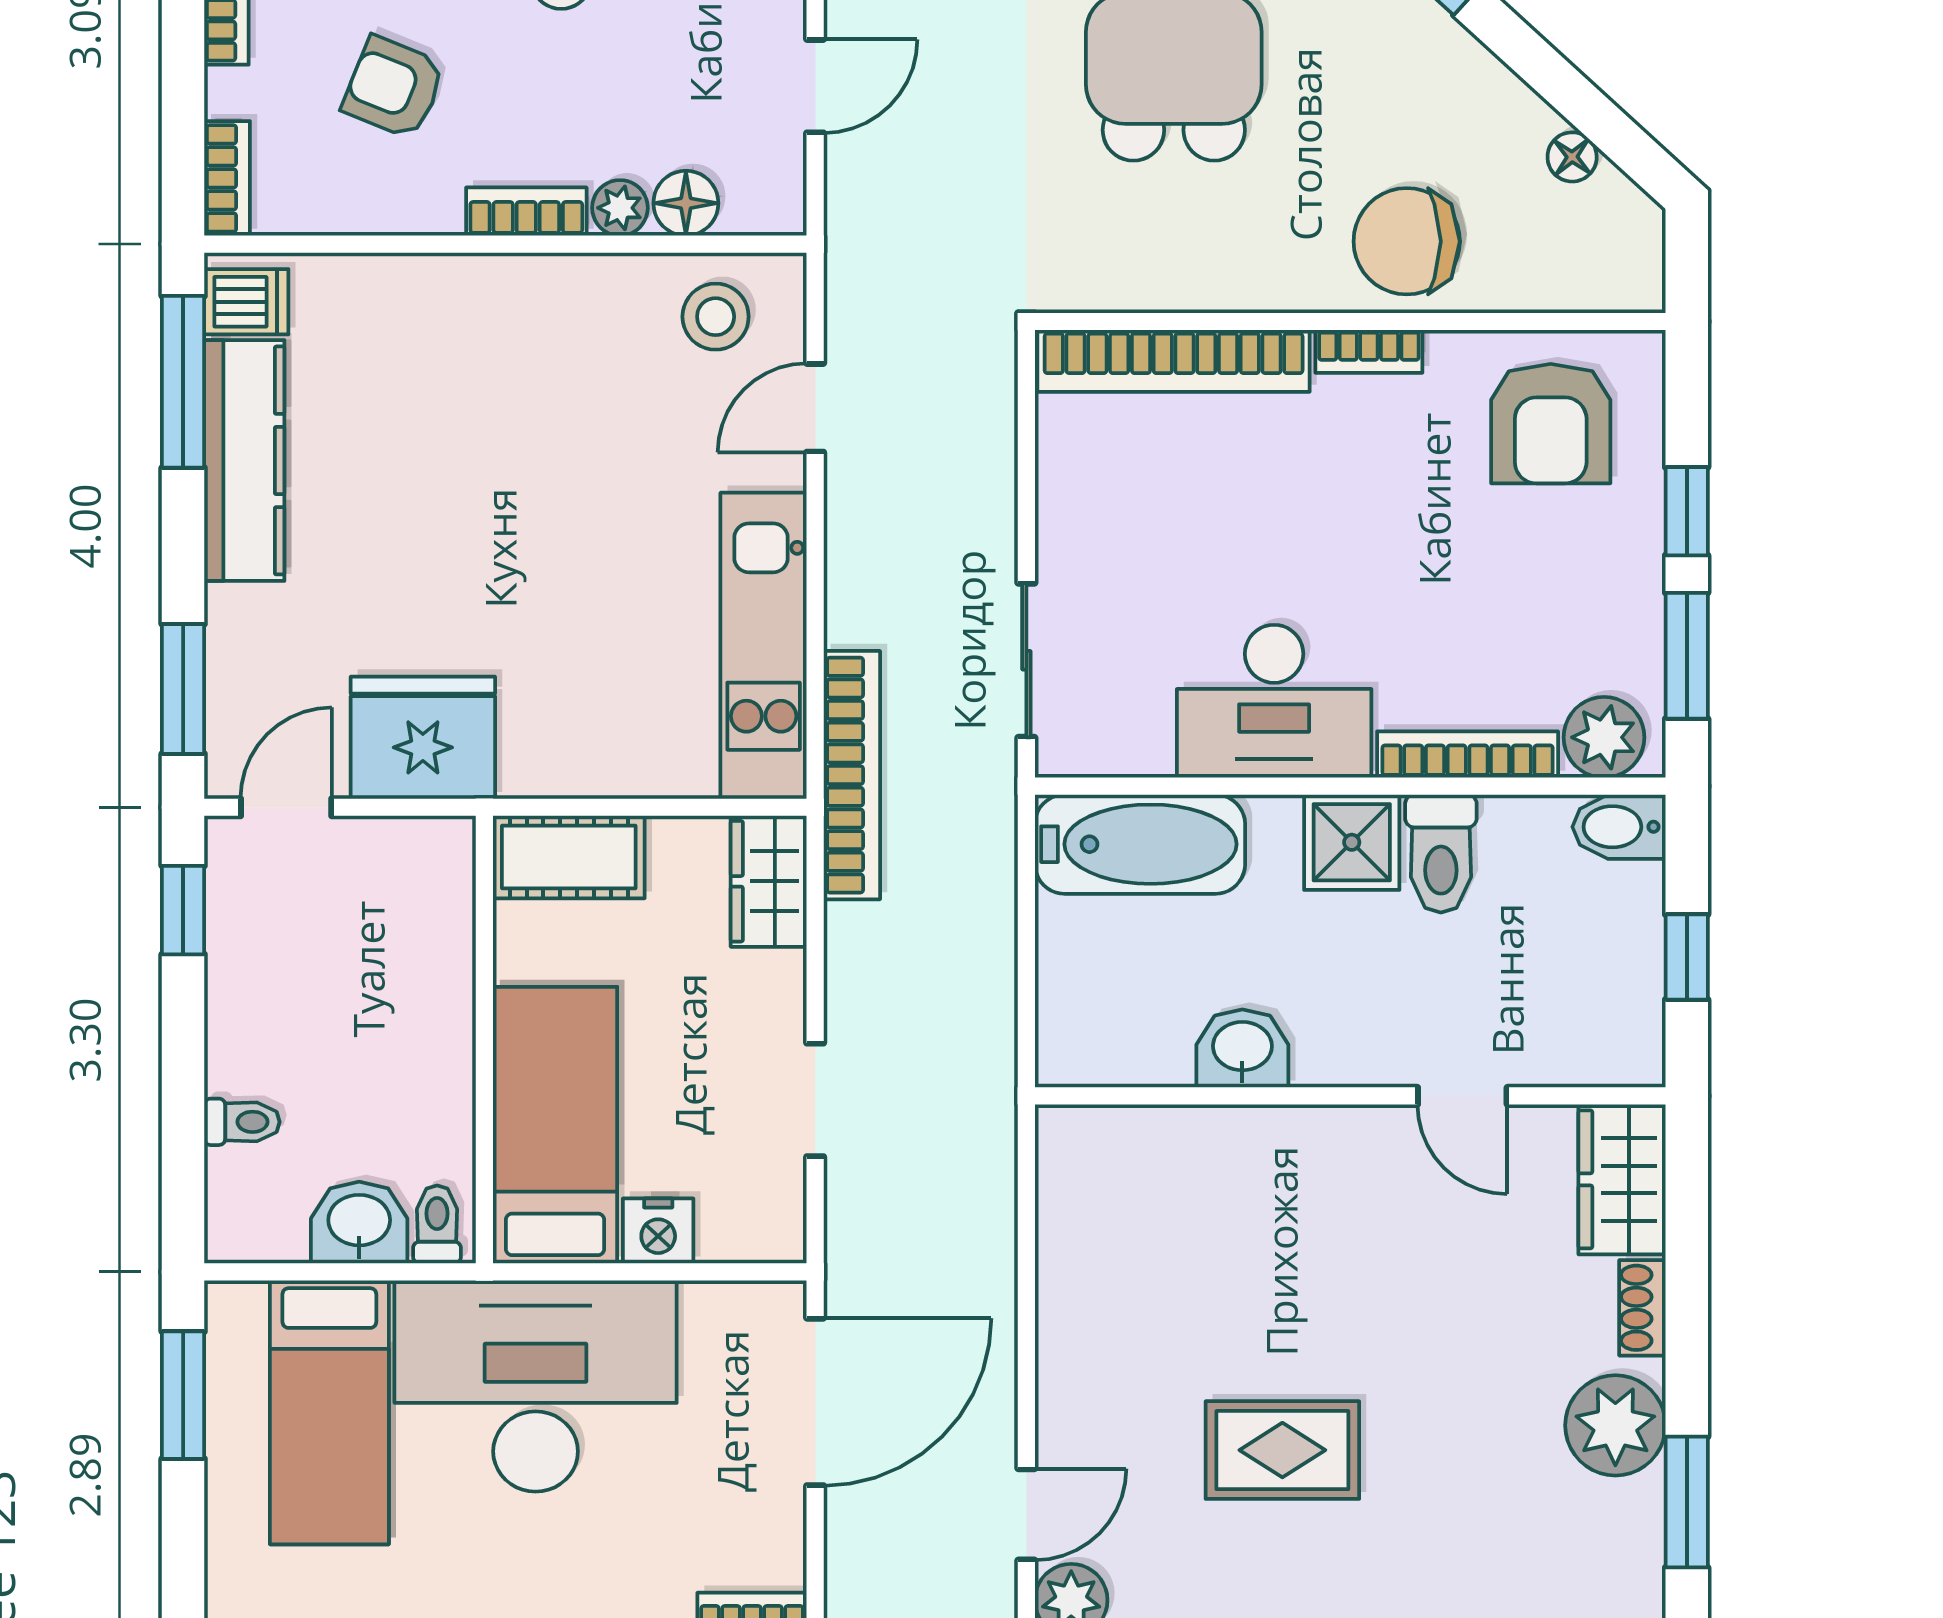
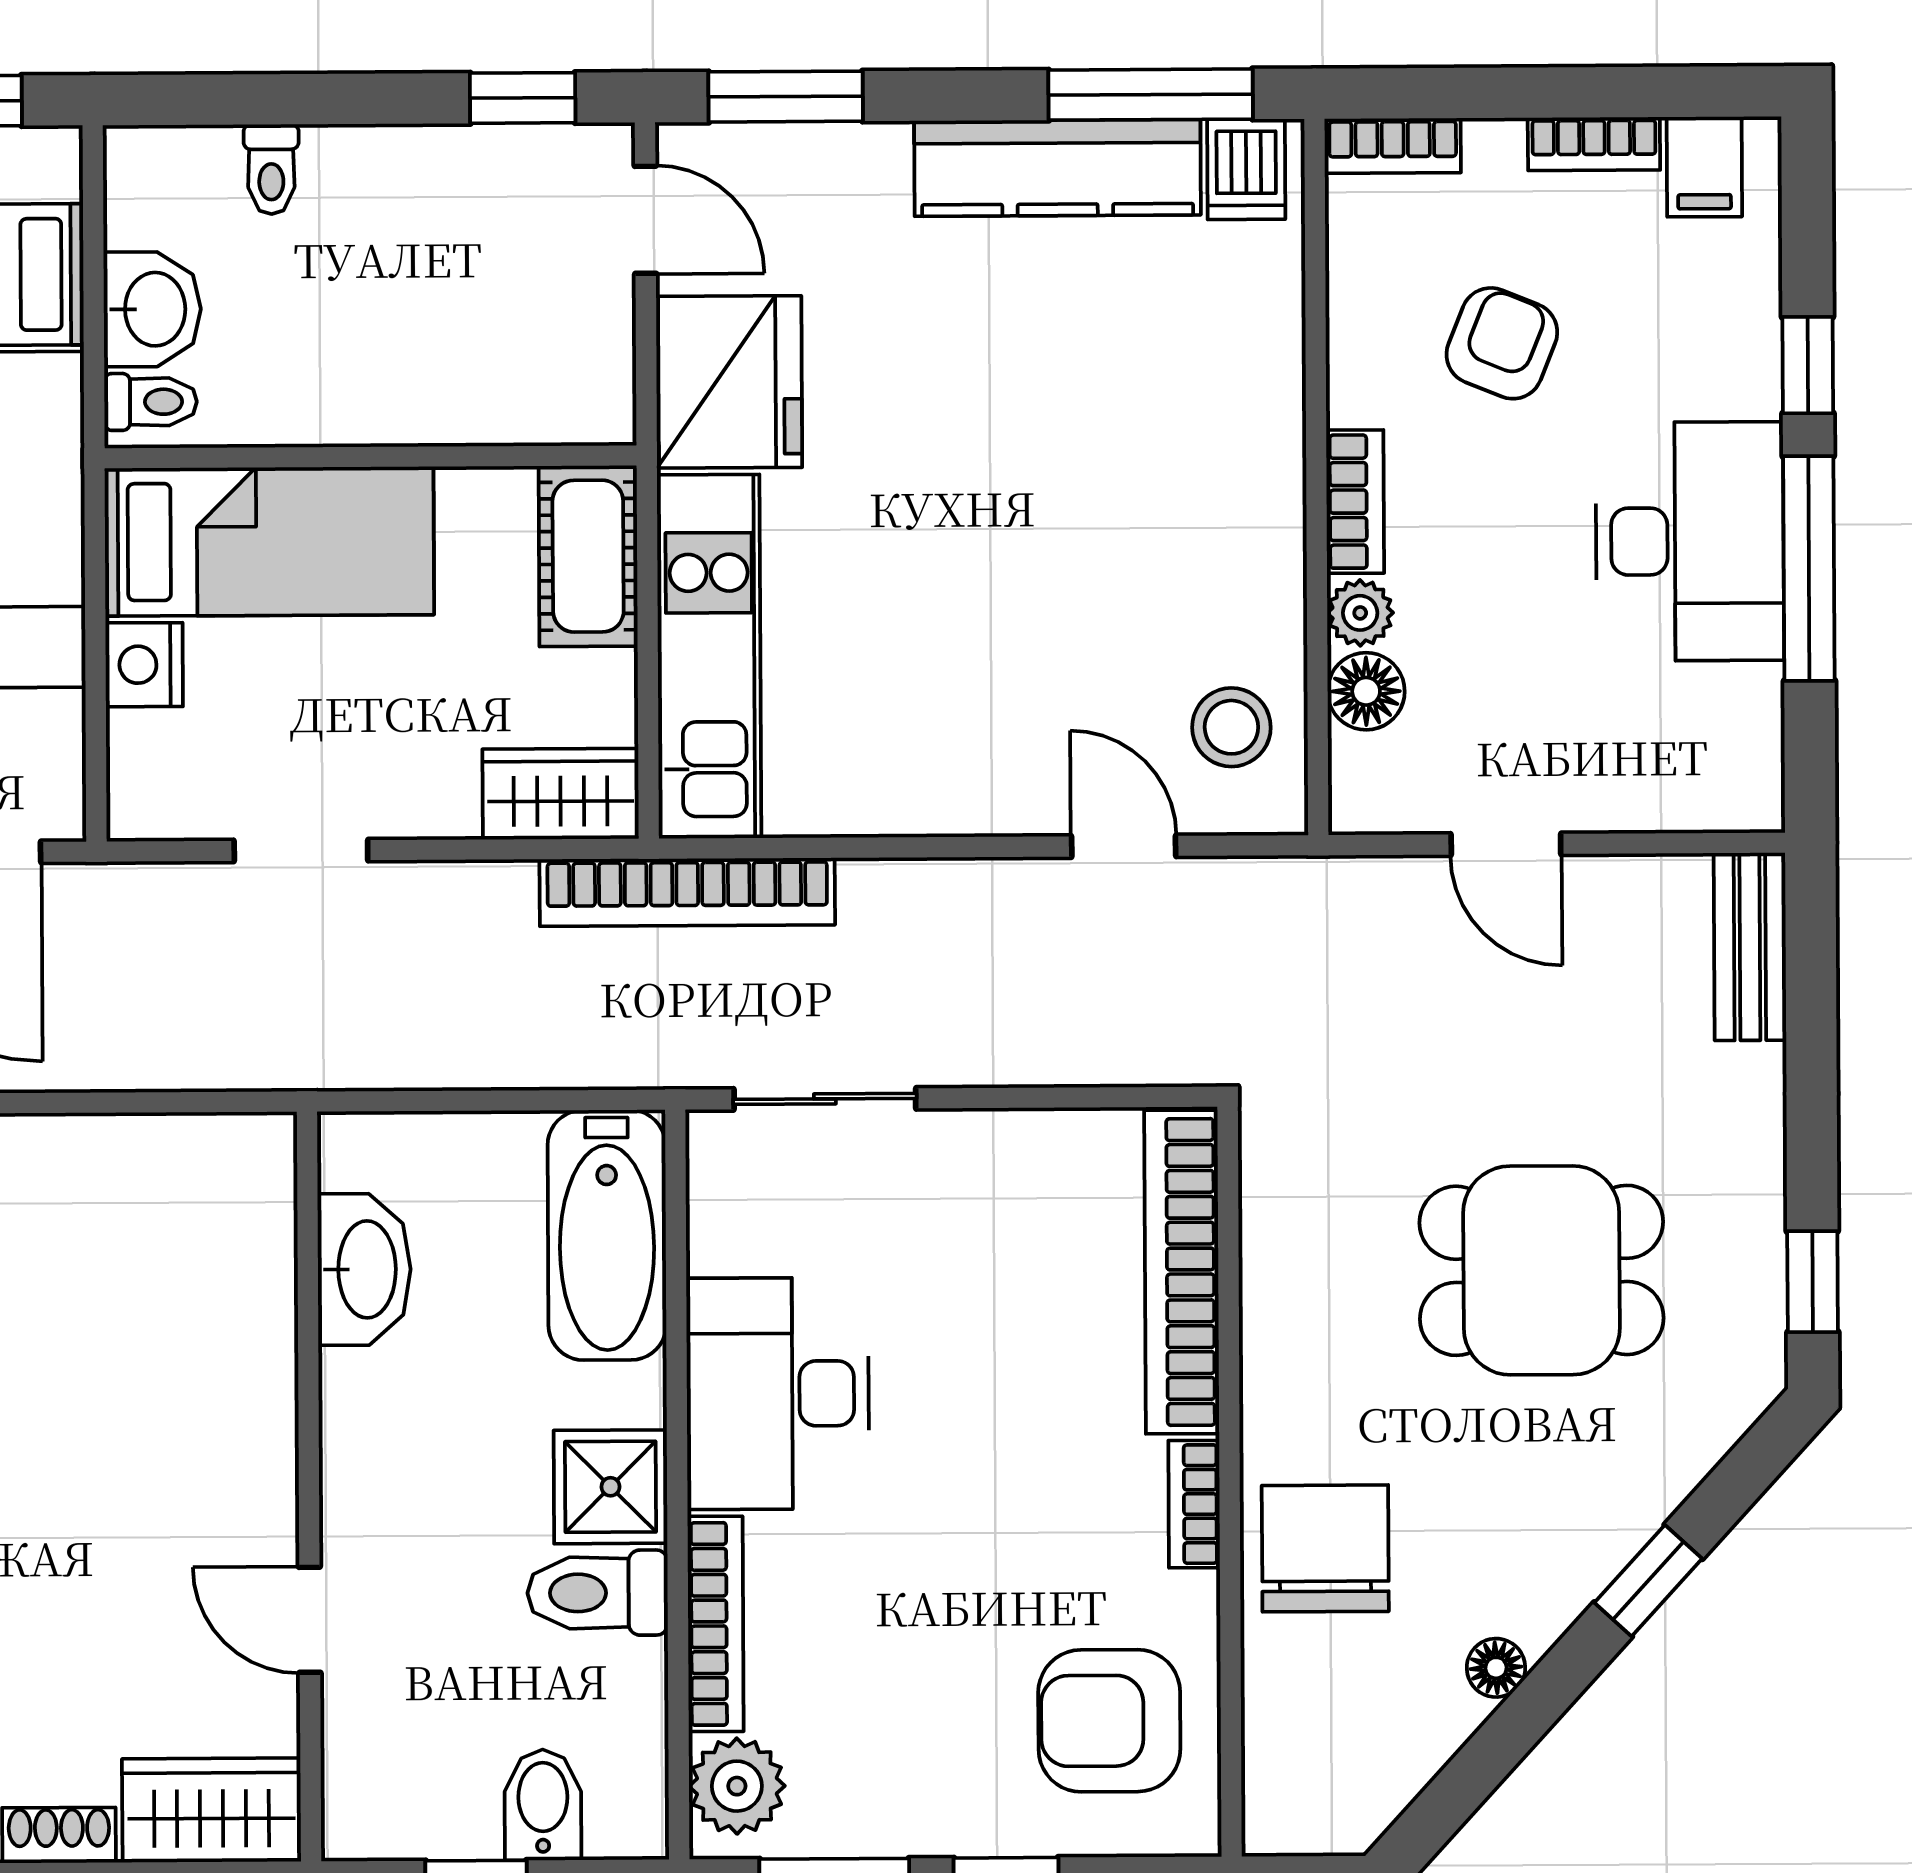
floor lamp: (1572, 157) -> (1496, 1668), moved
kitchen unit: (764, 646) -> (709, 656), moved, turned 90
bidet: (1619, 827) -> (543, 1805), moved
washbasin: (1242, 1048) -> (364, 1269), moved, width x1.38
door: (1462, 1096) -> (310, 1620), hinge flipped

